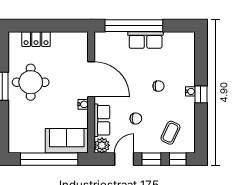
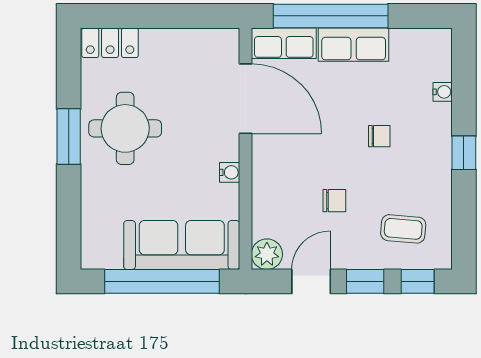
locker: (36, 39) -> (110, 43), moved
door: (91, 79) -> (246, 99), moved
water cooler: (190, 91) -> (443, 92), moved
row of seats: (102, 120) -> (284, 43), moved, turned 90
coffee table: (170, 133) -> (403, 229), turned 70
sofa: (67, 141) -> (182, 245), width x1.36

